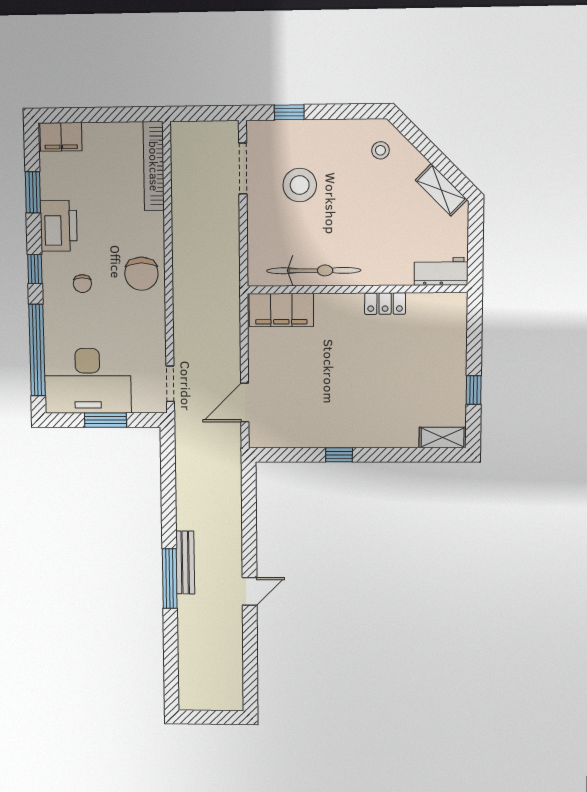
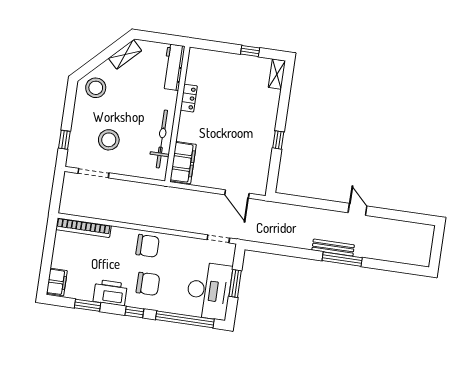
stool: (380, 150) -> (96, 88), width x1.89, depth x1.89
workbench: (441, 271) -> (173, 67), width x1.38
chair: (82, 284) -> (148, 284), width x1.87, depth x1.87

